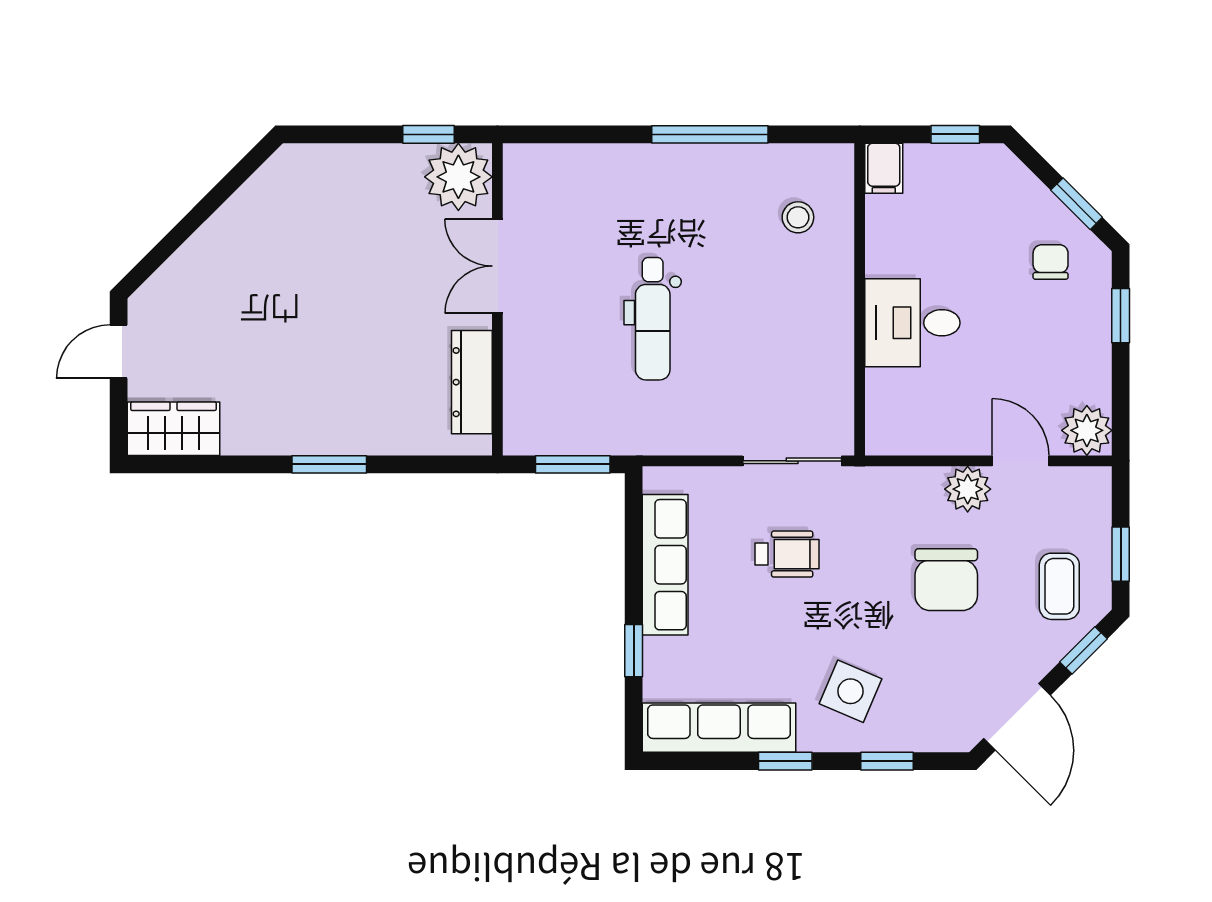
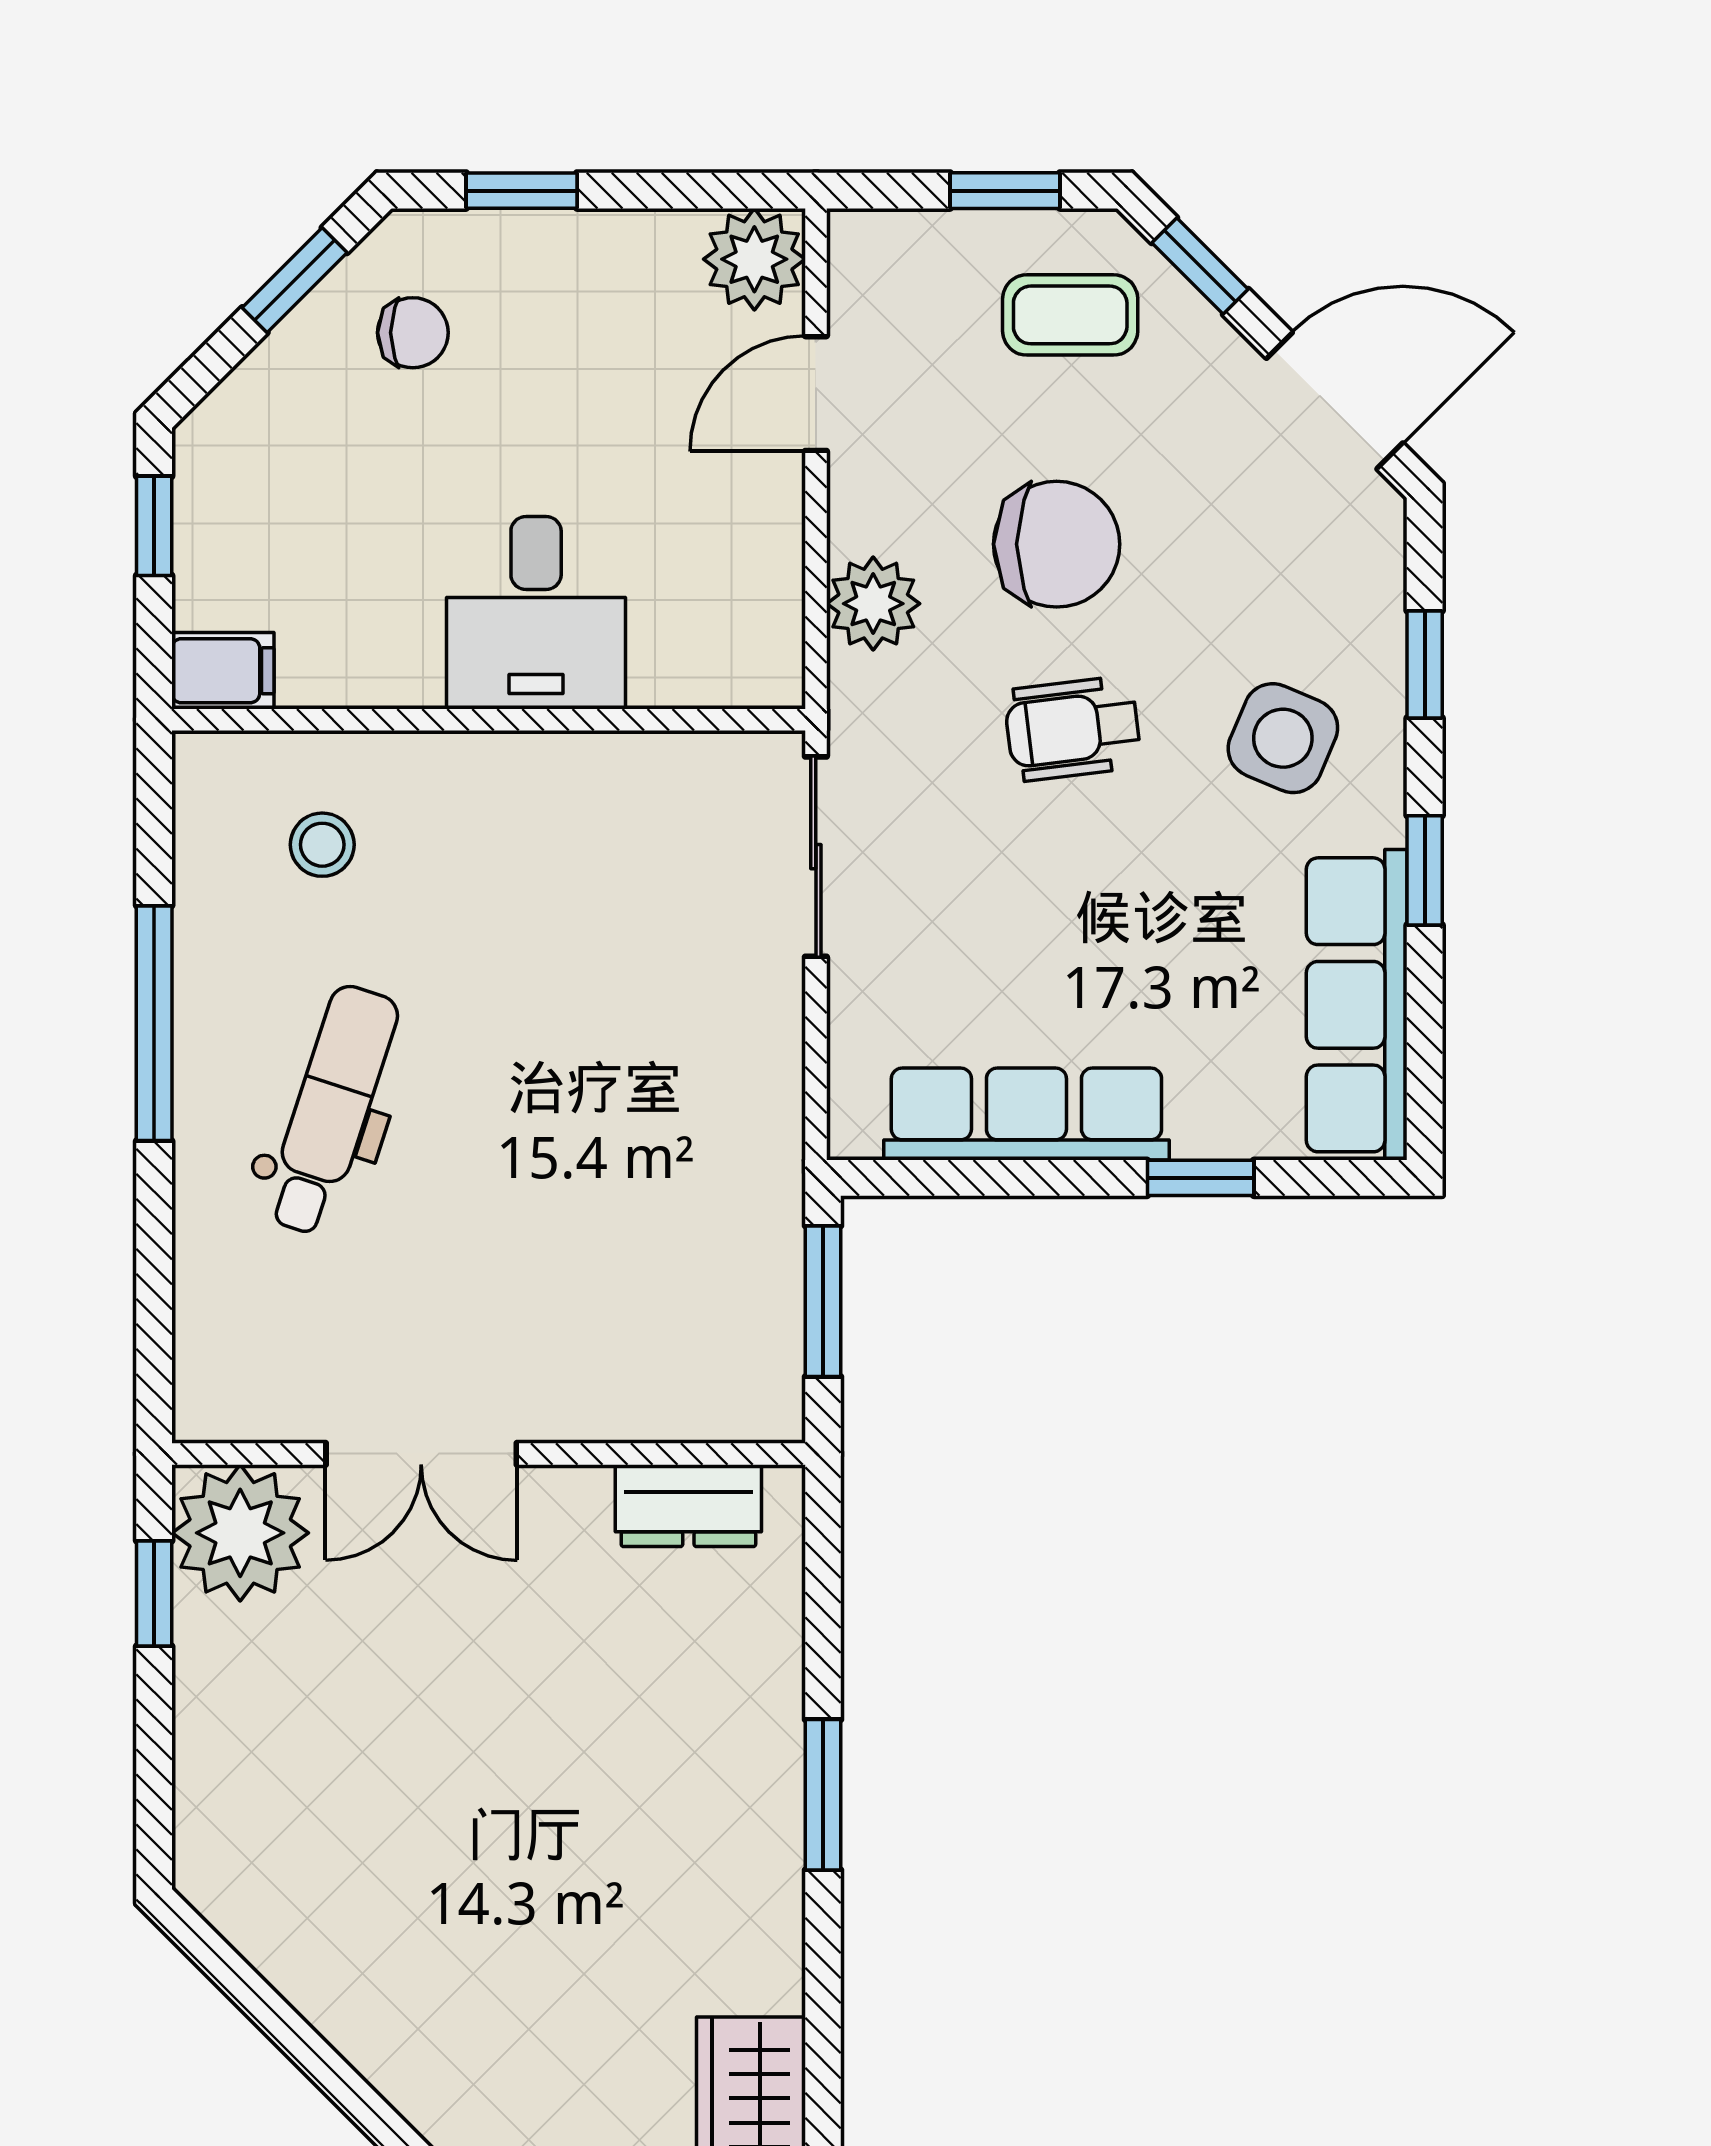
chair: (1051, 262) -> (413, 333), turned 180
dental chair: (653, 319) -> (331, 1110), moved, turned -72
dresser: (472, 382) -> (688, 1506), width x0.70
plant: (968, 489) -> (873, 604), moved
wheelchair: (787, 554) -> (1073, 729), moved, turned -97

